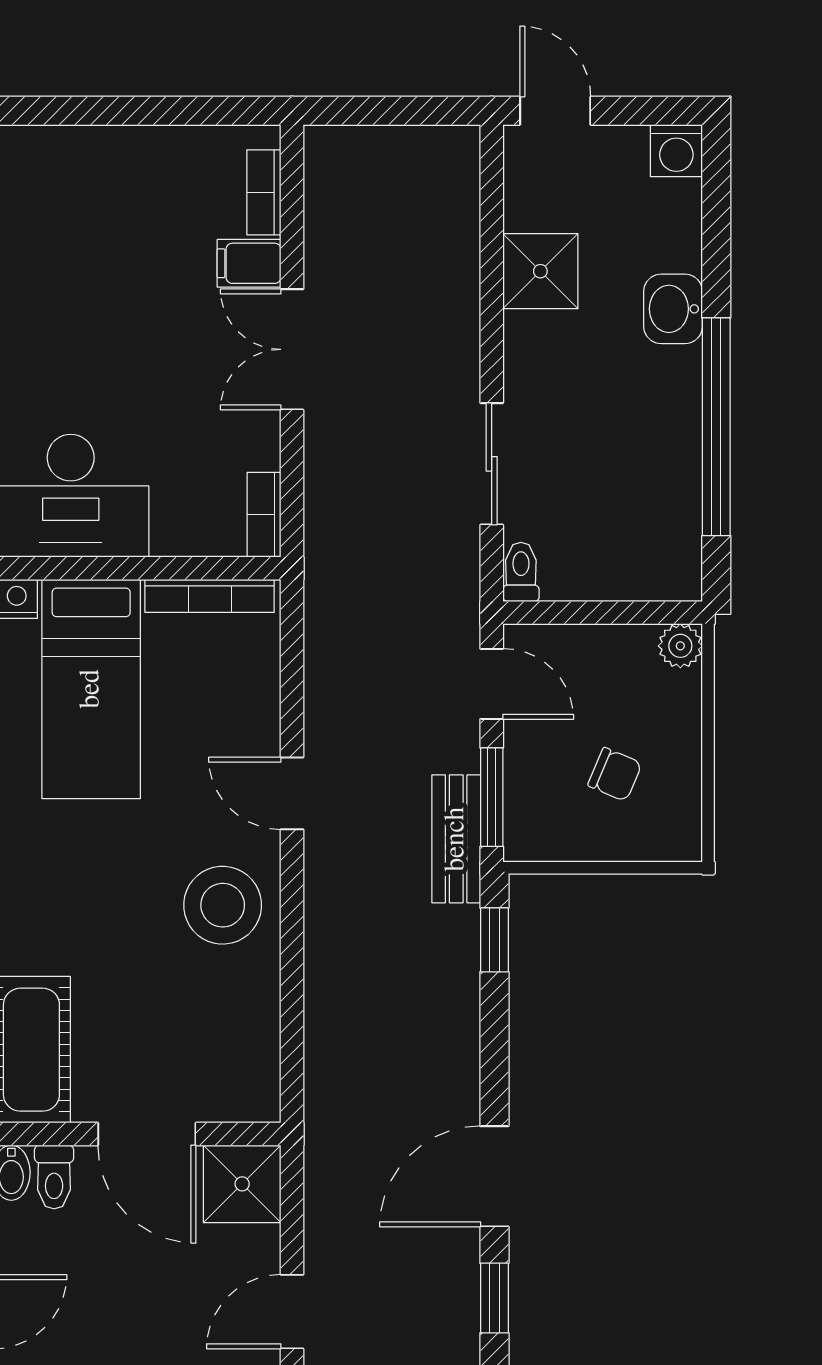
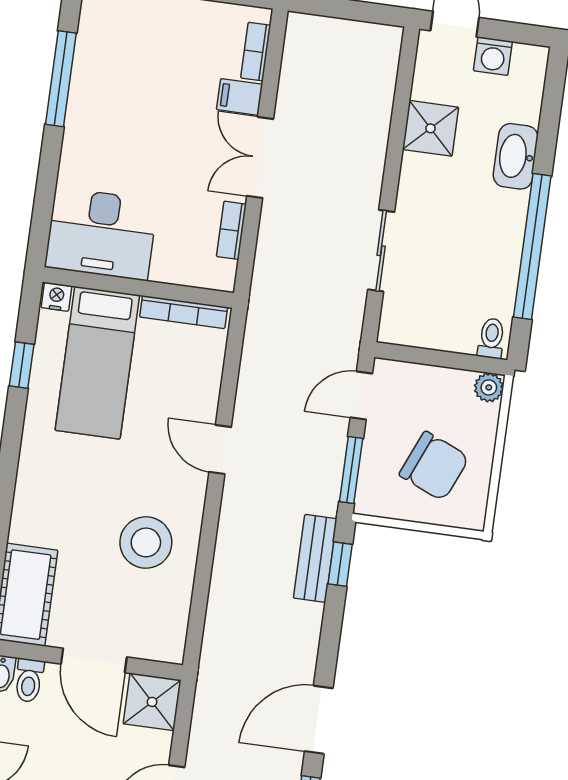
washing machine: (676, 151) -> (493, 56), moved
washbasin: (673, 309) -> (516, 156), width x1.38
bookcase: (264, 515) -> (231, 230), moved
toilet: (521, 572) -> (491, 338), moved
door: (492, 684) -> (361, 395), swing flipped
chair: (615, 774) -> (434, 466), width x1.87, depth x1.87
bench: (456, 839) -> (315, 558), moved
stool: (223, 905) -> (146, 542), moved

